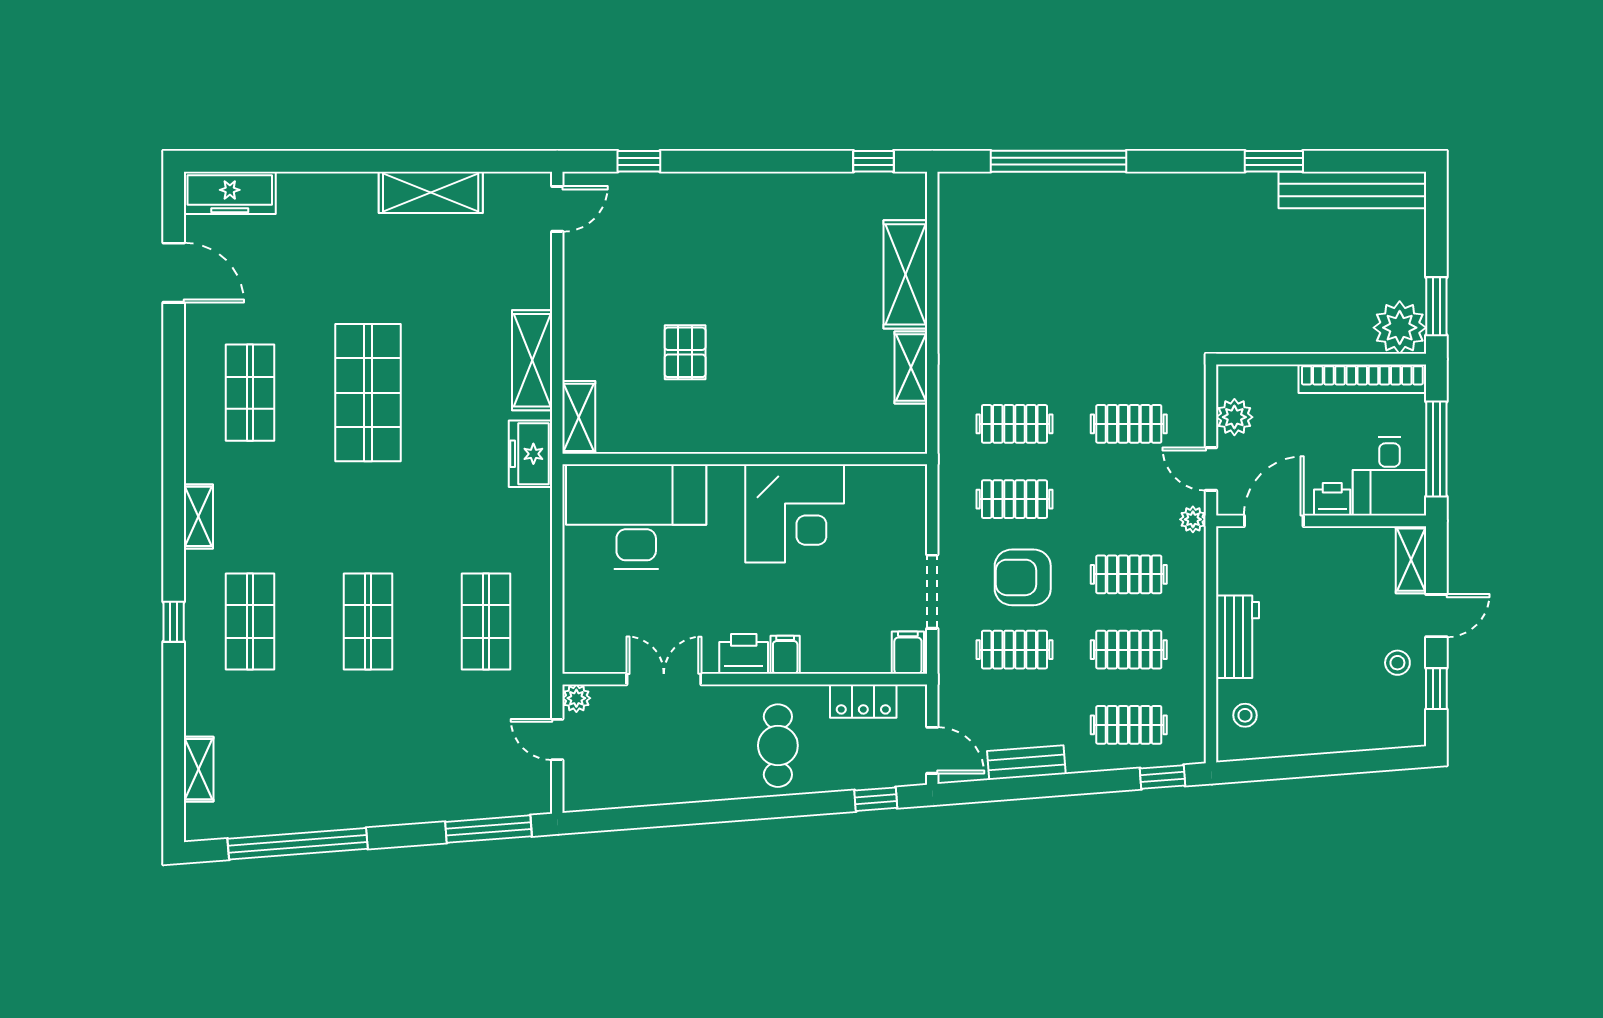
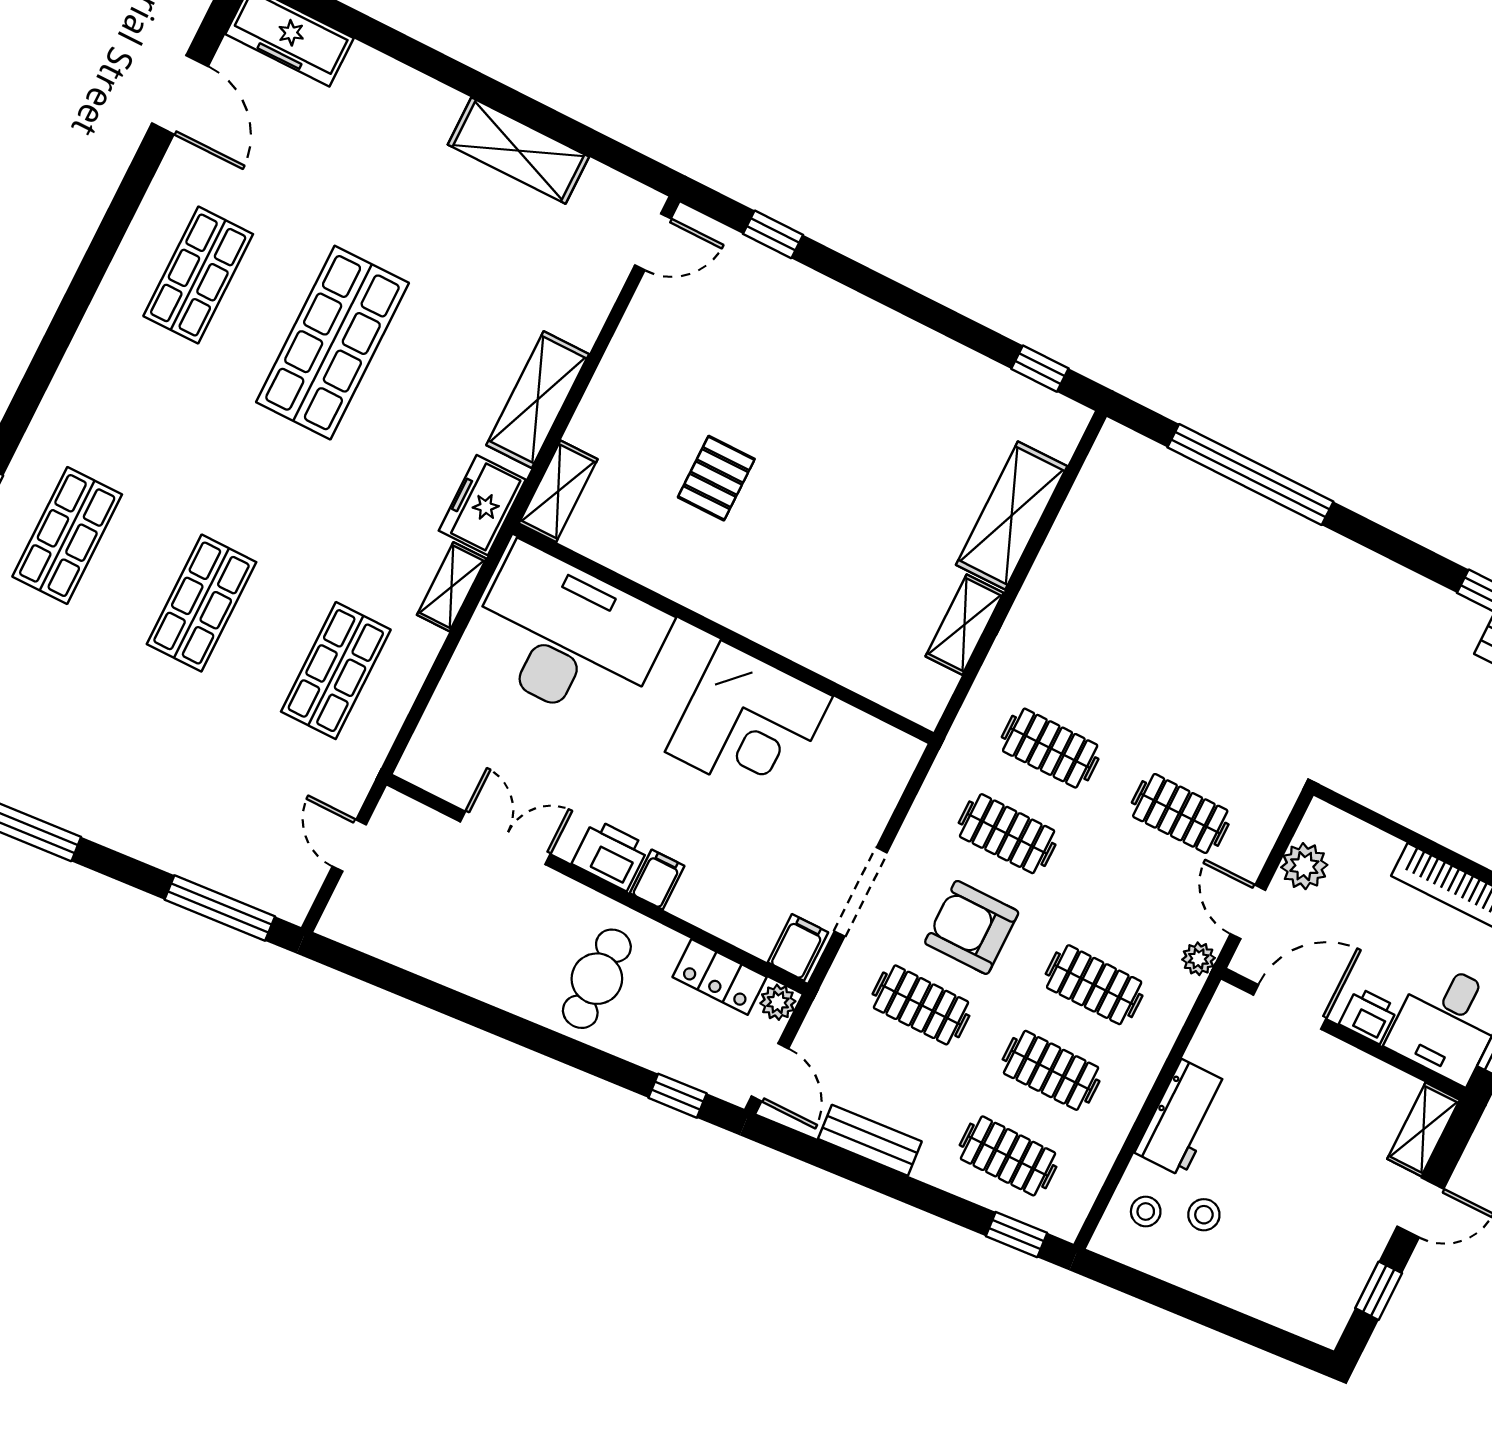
shelving: (198, 516) -> (452, 587), moved
stool: (1397, 663) -> (1204, 1215), moved
plant: (576, 698) -> (778, 1002), moved

